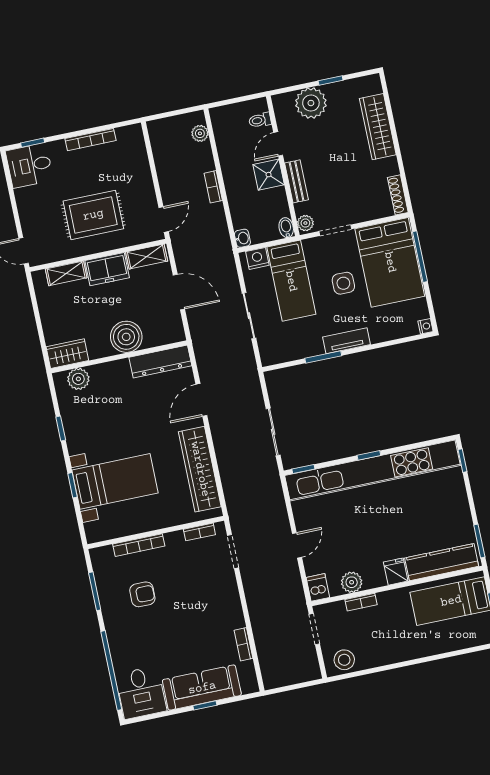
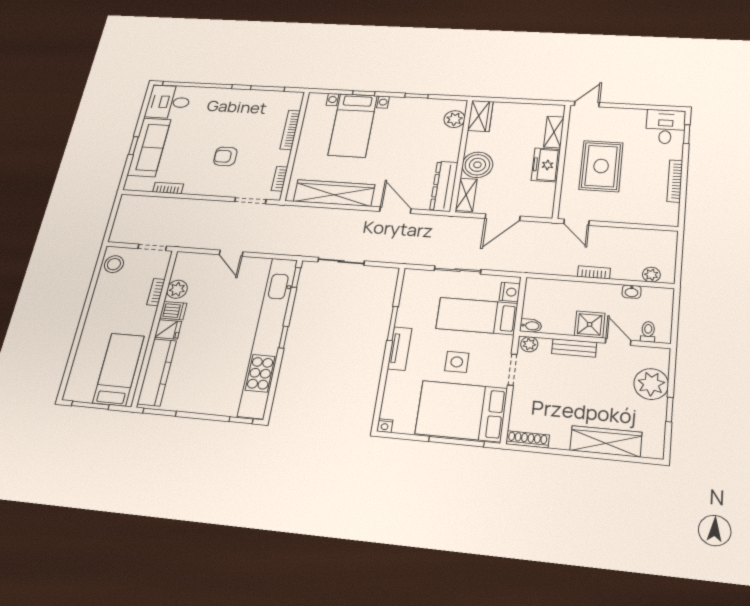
washbasin: (242, 238) -> (632, 292), moved
shelving: (147, 257) -> (466, 195), moved
dishwasher: (318, 587) -> (173, 311), moved
armchair: (142, 594) -> (225, 156), moved, turned 90

